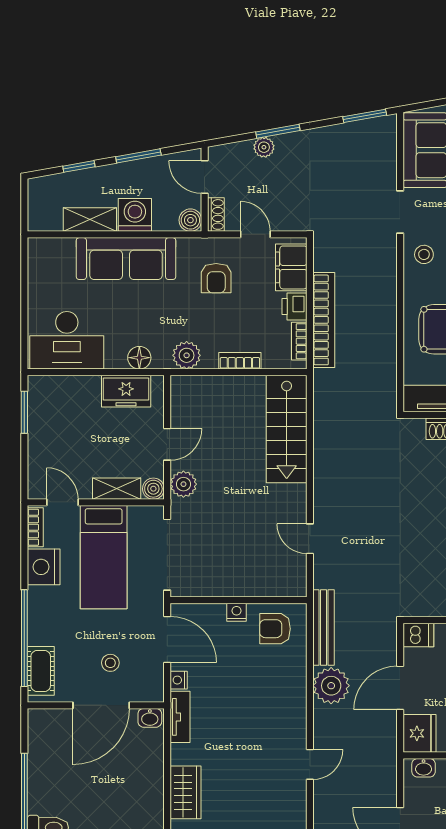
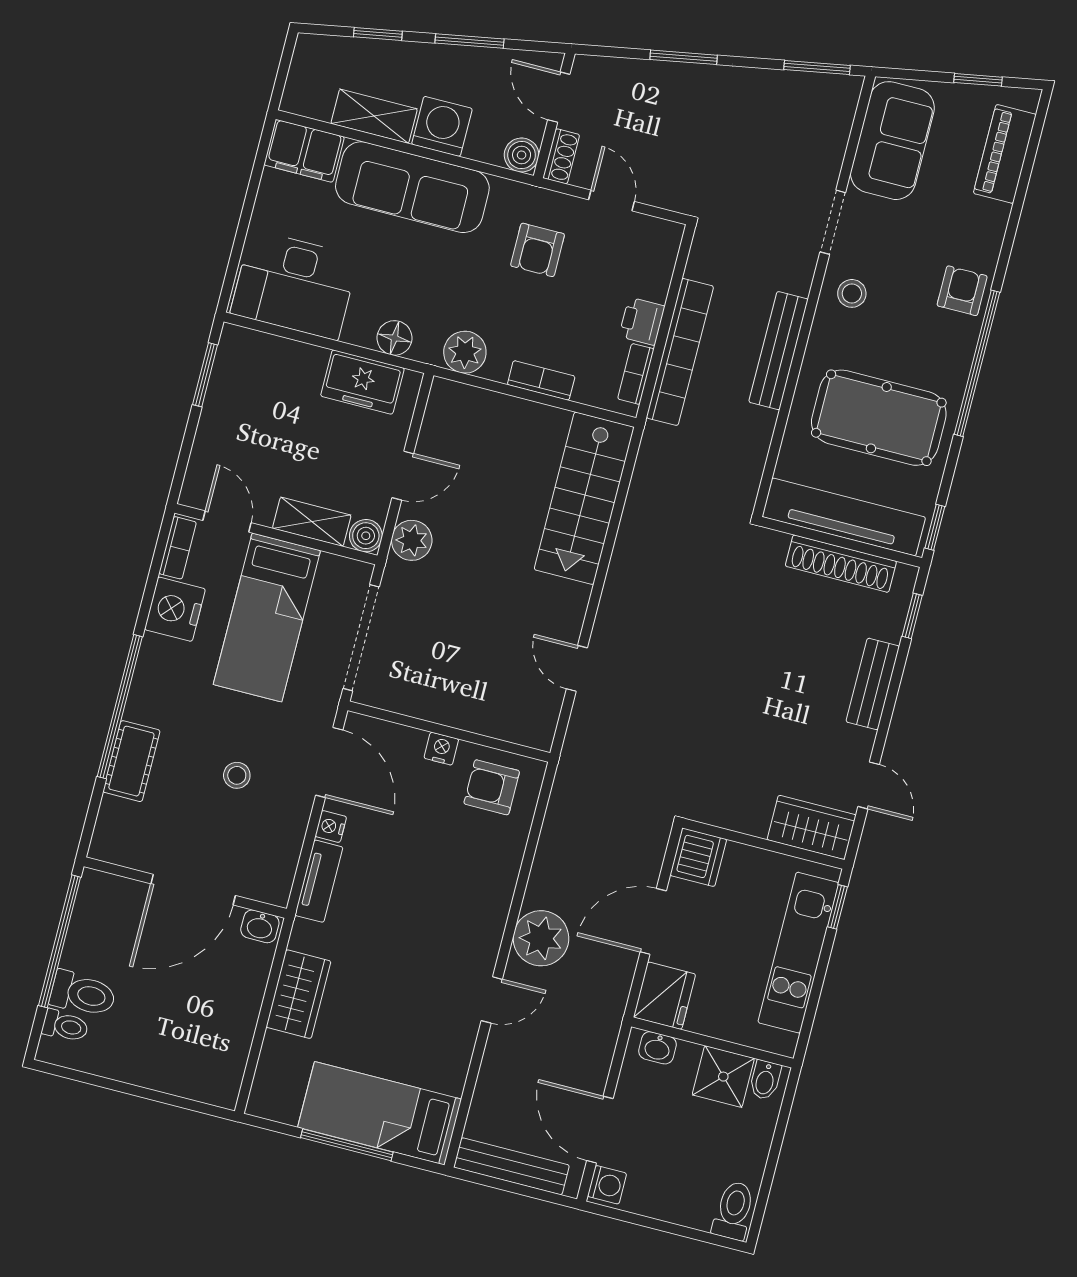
plant: (264, 147) -> (657, 76), removed
filing cabinet: (291, 267) -> (304, 151), moved, turned -90
bench: (324, 628) -> (778, 351), moved
dishwasher: (418, 635) -> (698, 857), width x1.38
plant: (331, 686) -> (541, 938), moved
wall: (96, 705) -> (185, 888), moved
door: (101, 705) -> (193, 890), moved
washbasin: (150, 718) -> (260, 926), moved

